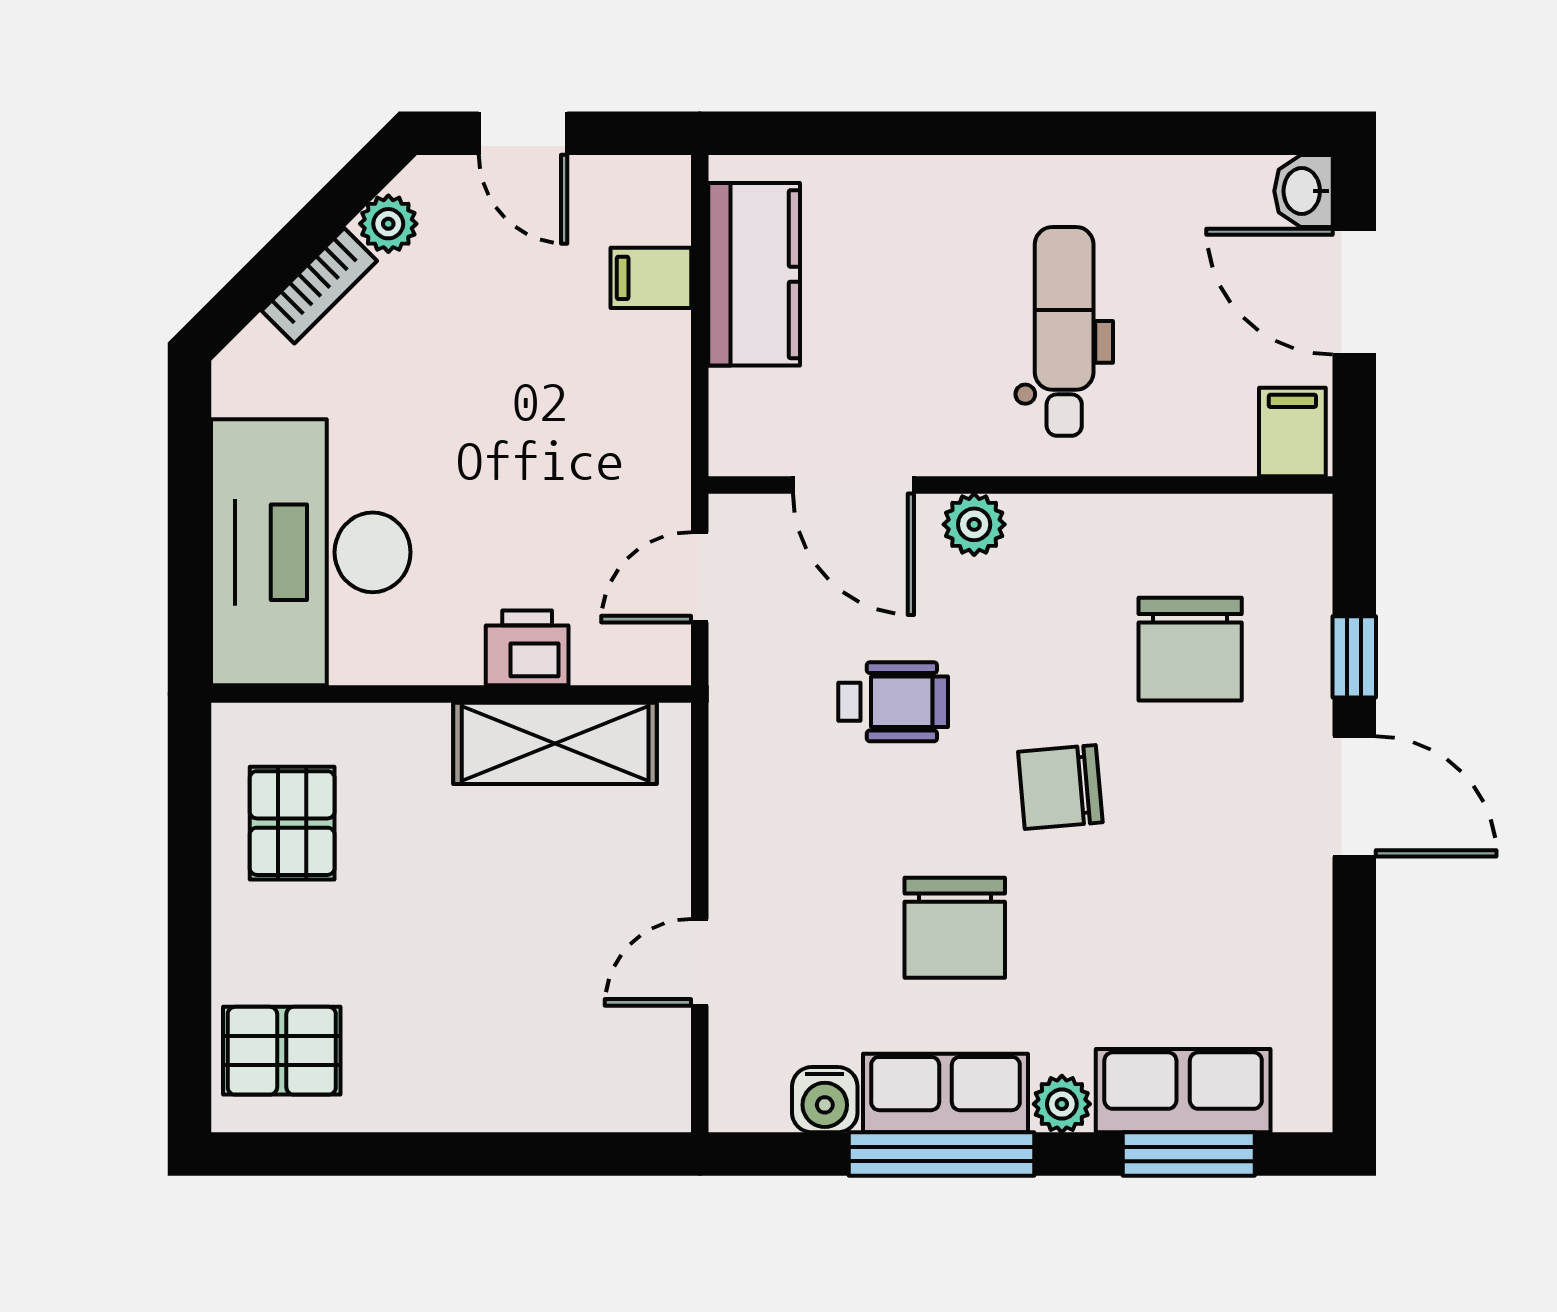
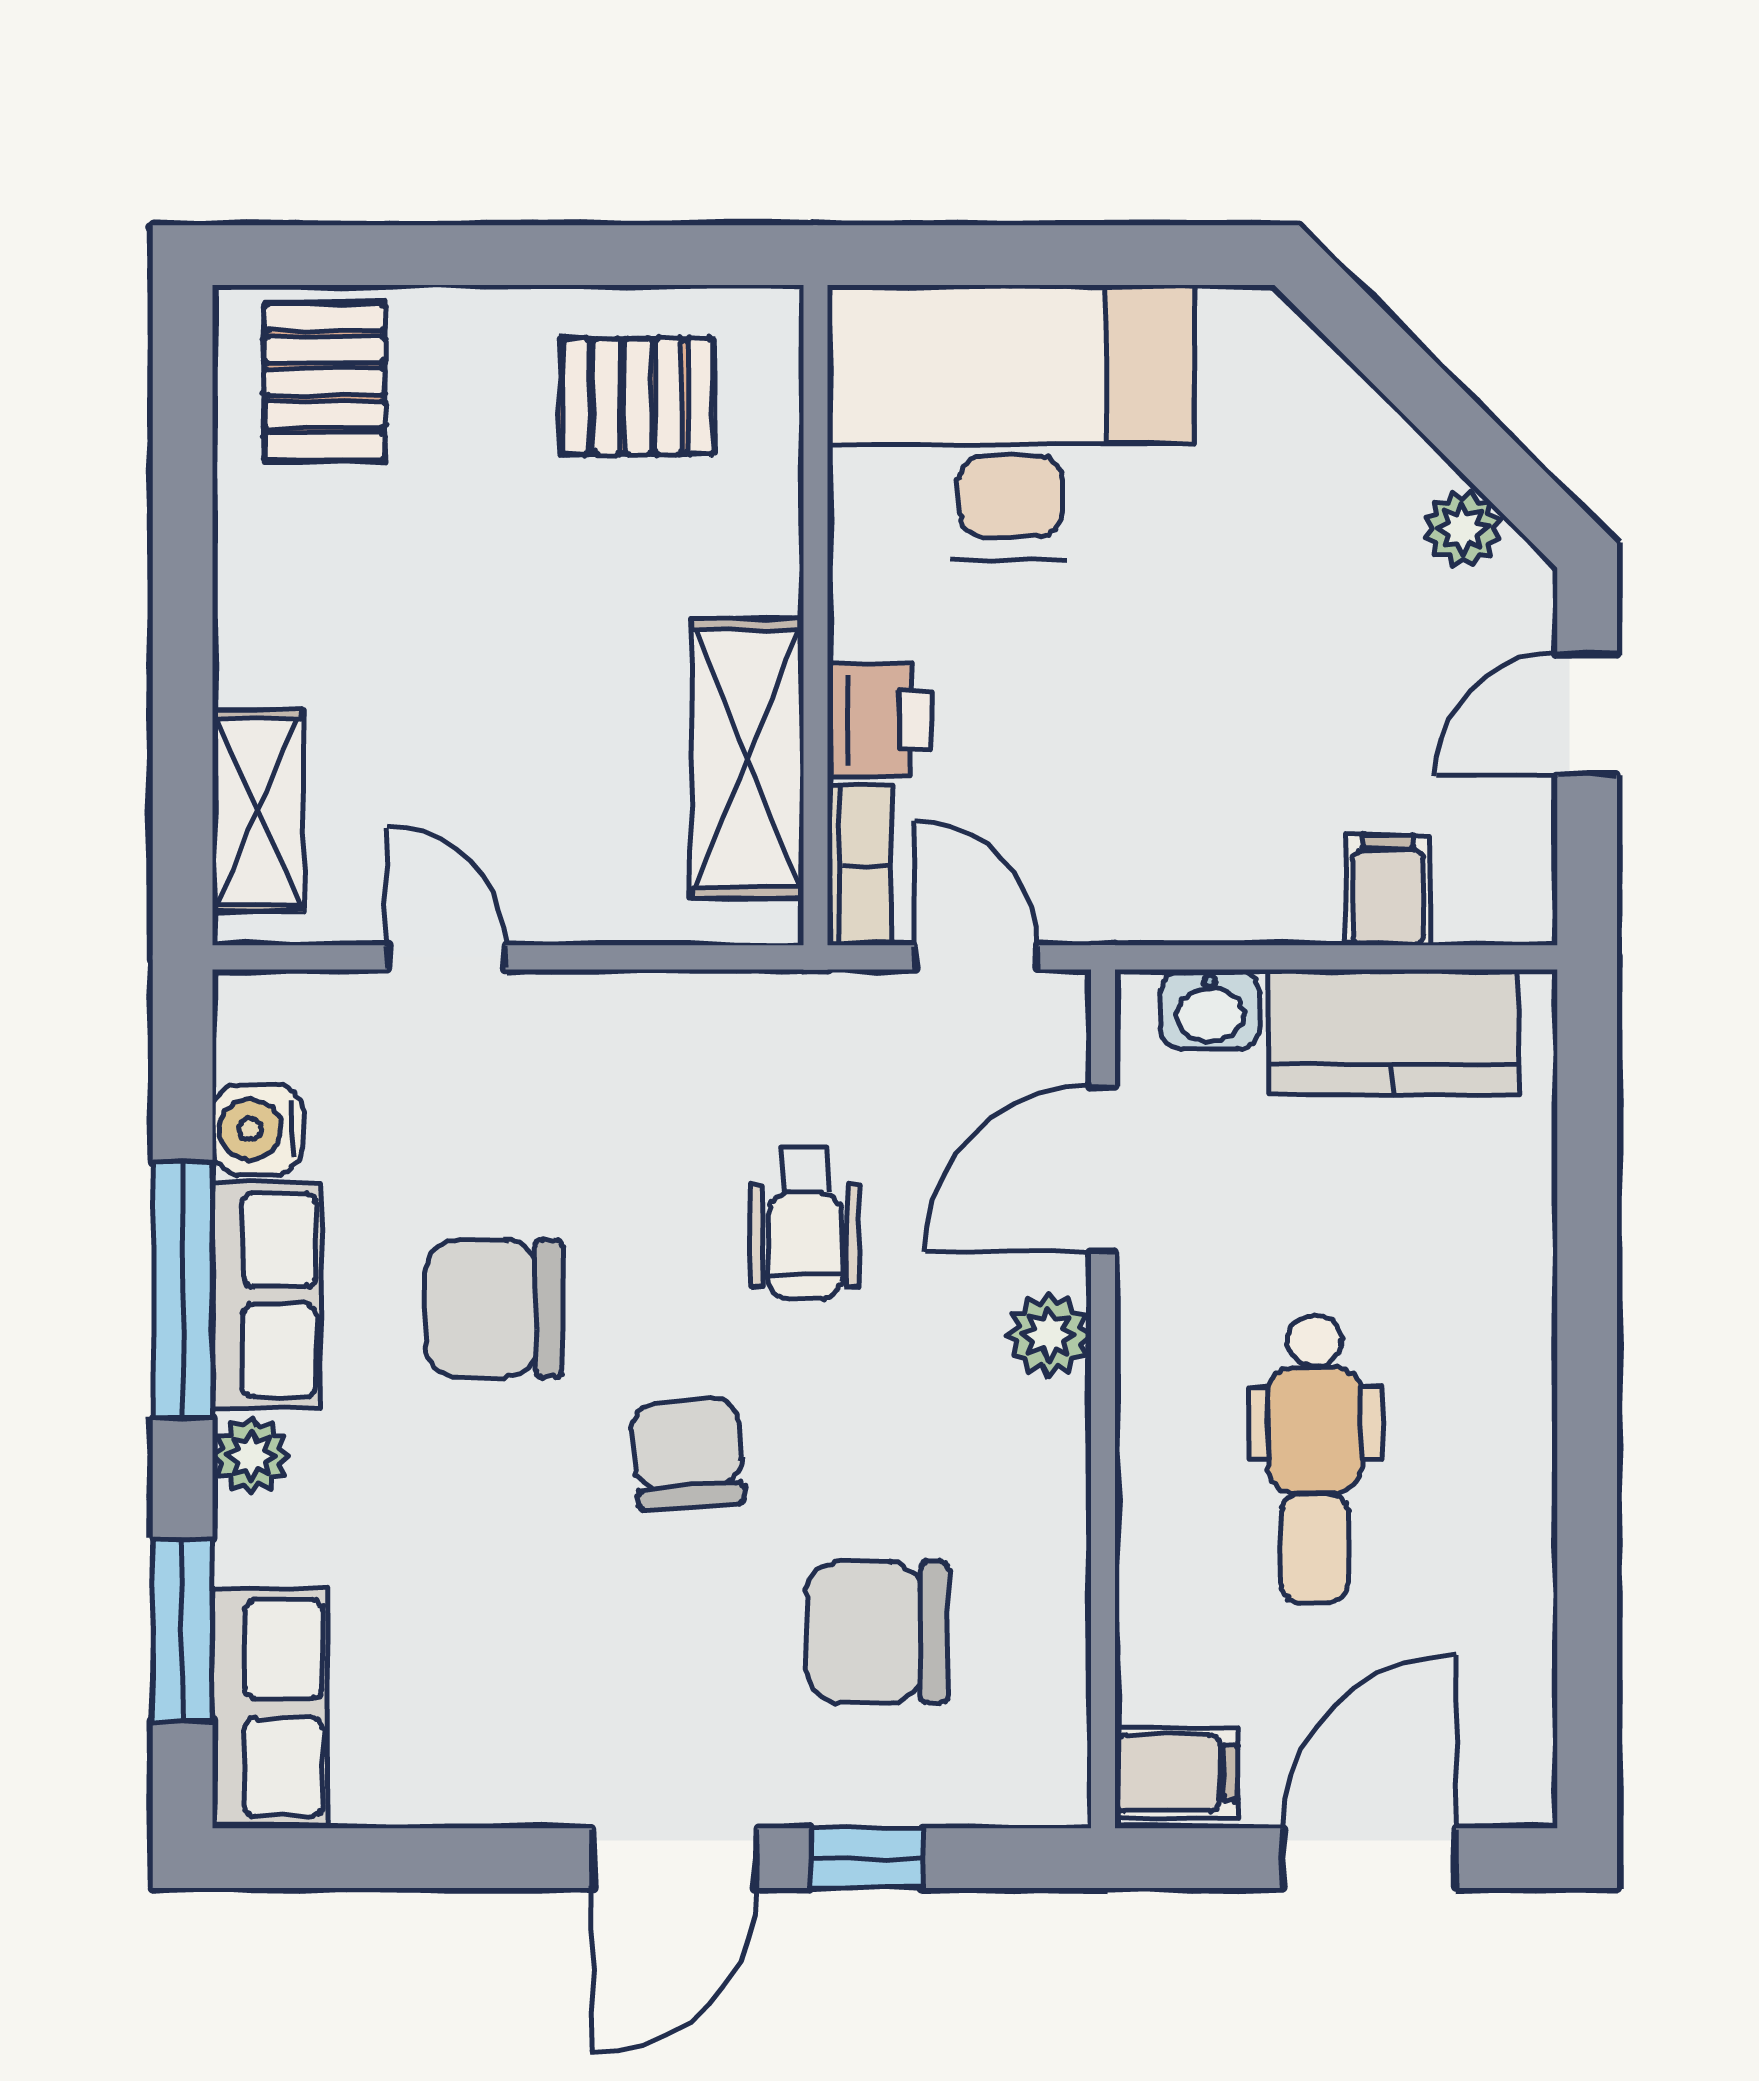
washbasin: (1303, 191) -> (1210, 1009), moved, turned 180
bookcase: (319, 286) -> (860, 865), moved, turned -135
dental chair: (1064, 331) -> (1315, 1459), turned 90
row of seats: (1183, 1091) -> (270, 1708), moved
shelving: (593, 1099) -> (258, 811), added

